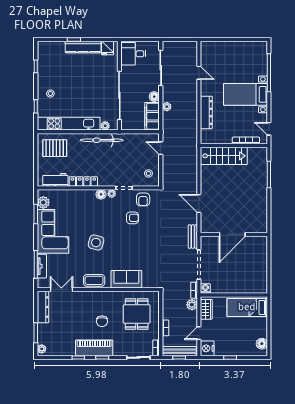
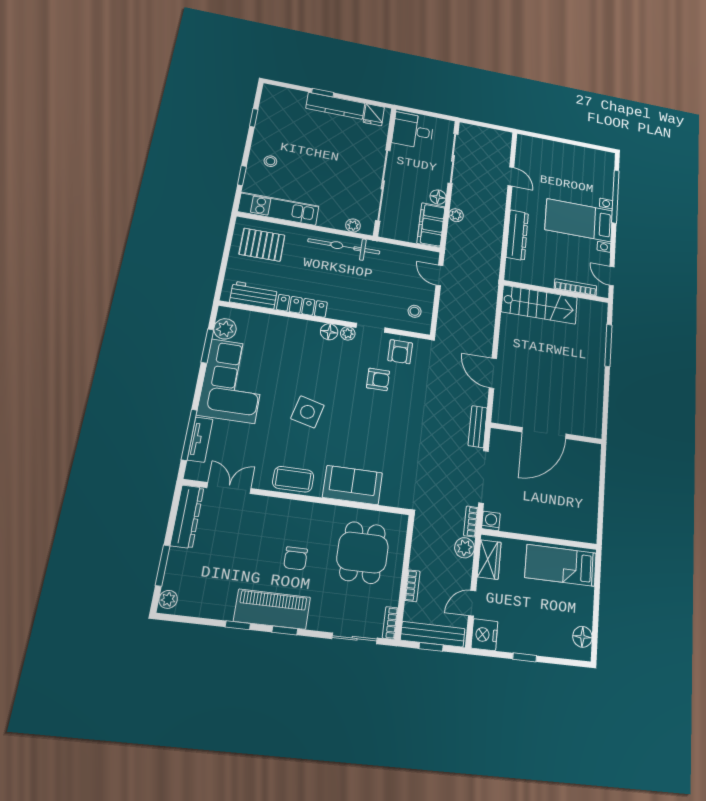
kitchen unit: (69, 124) -> (279, 209), width x0.73

